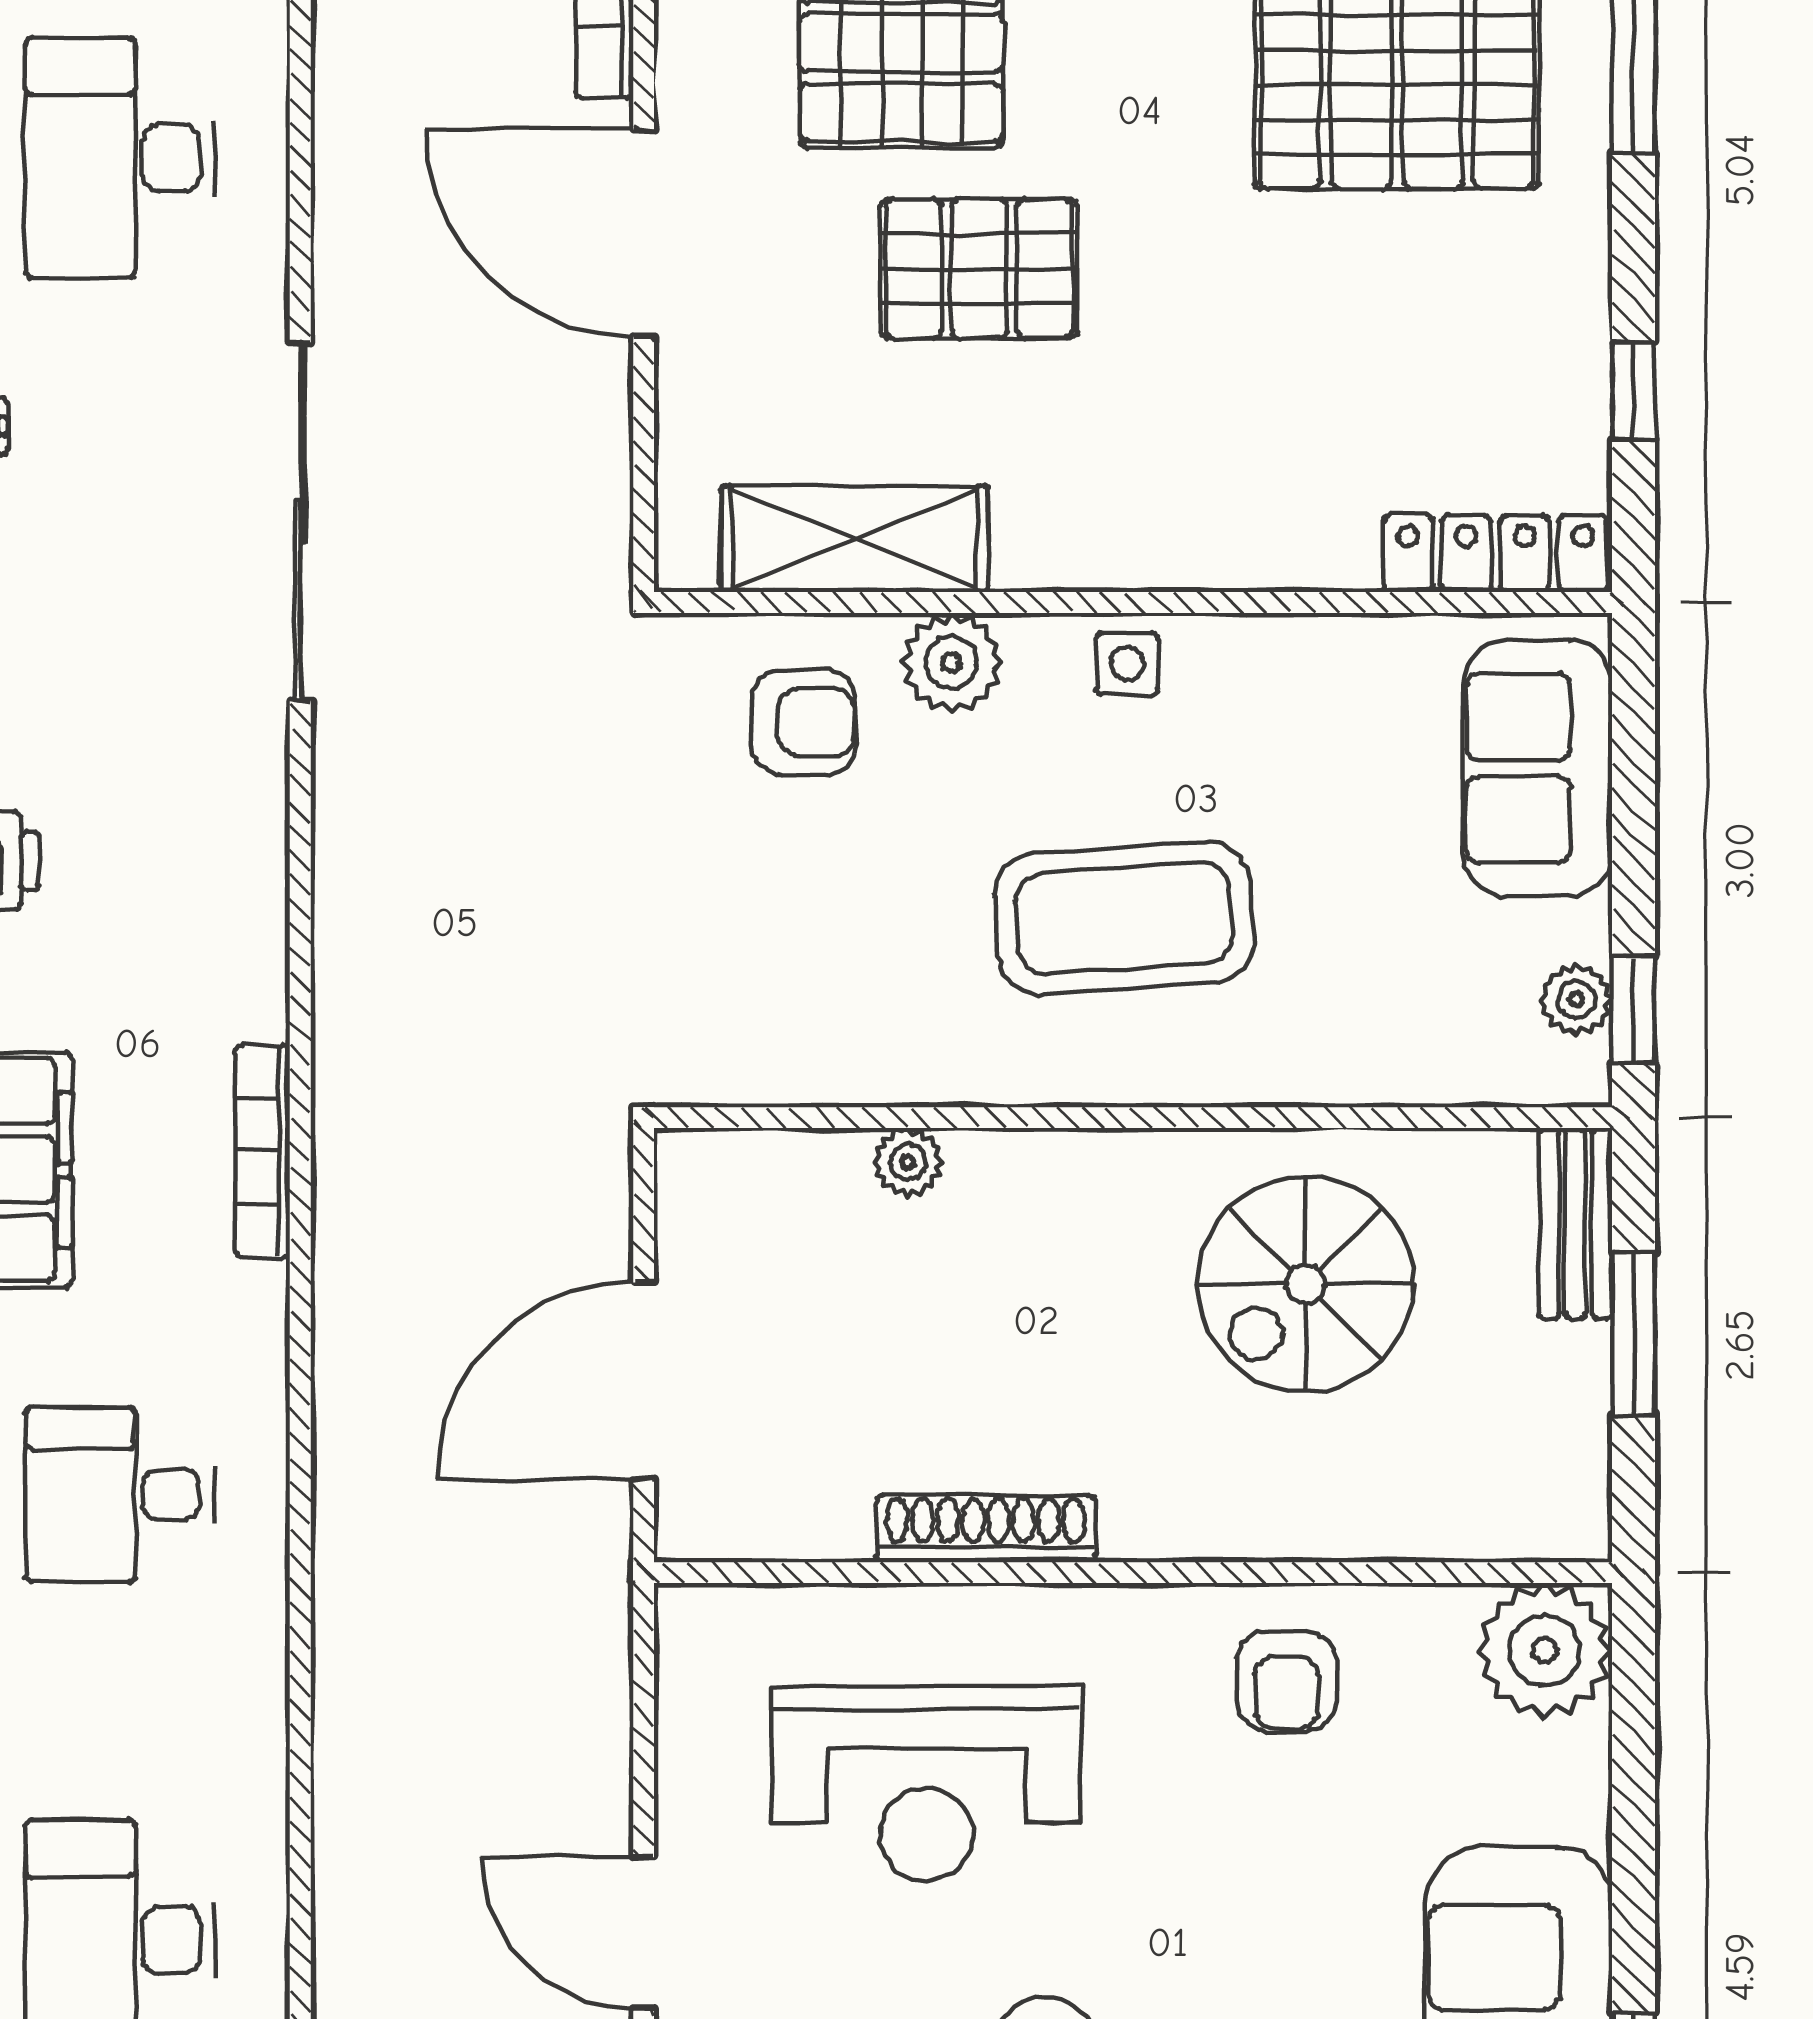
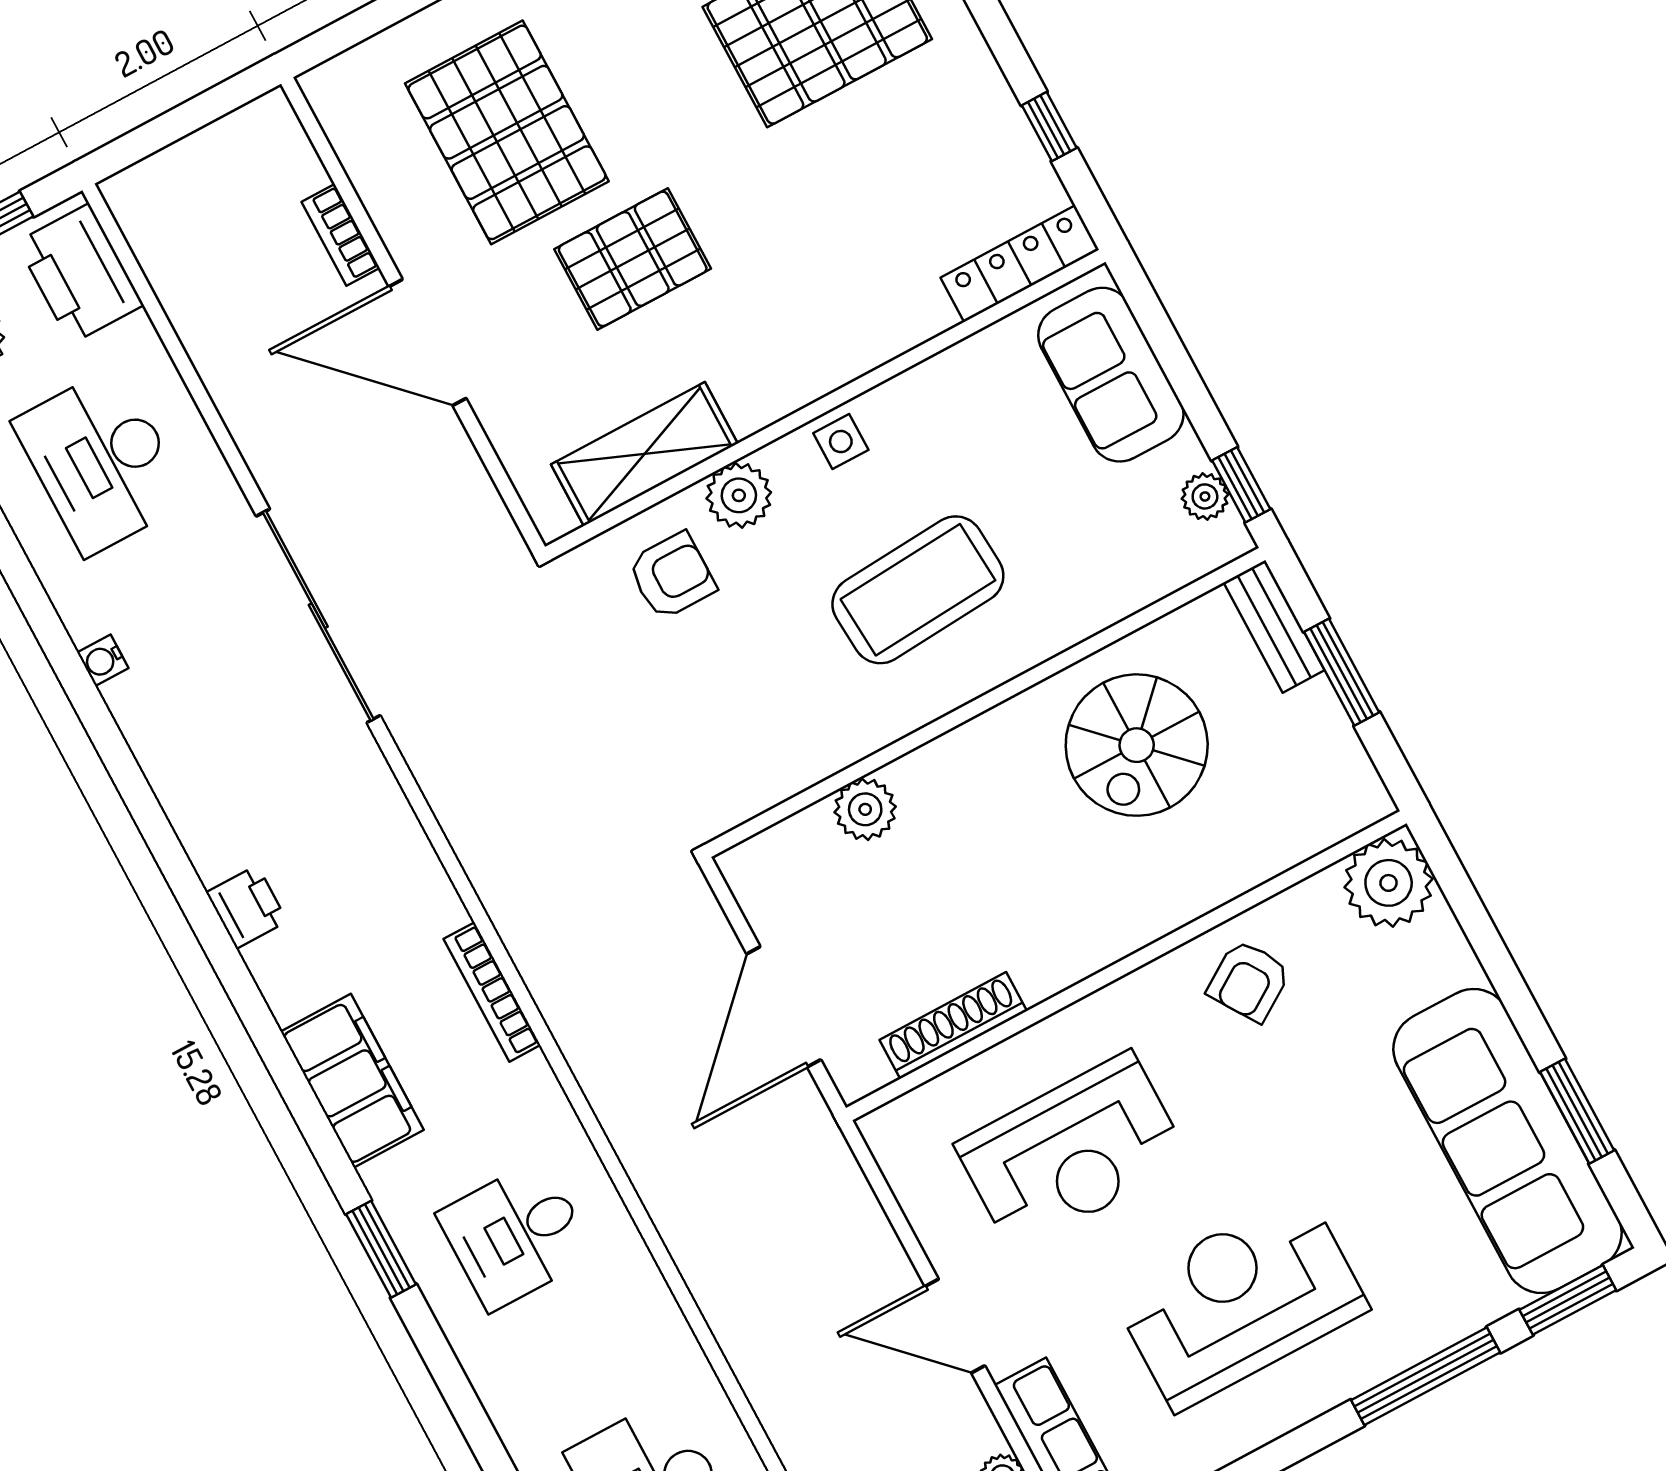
plant: (908, 1162) -> (865, 809), width x1.38, depth x1.38
shoe rack: (986, 1528) -> (953, 1026), moved
armchair: (1287, 1681) -> (1249, 981), turned 57

